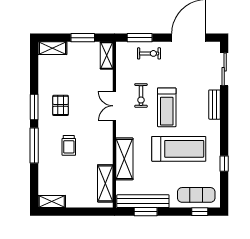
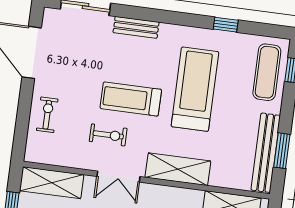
window: (140, 38) -> (22, 126), removed
shelving: (107, 55) -> (52, 183), width x1.50, depth x1.33
treadmill: (167, 107) -> (131, 99), turned 180
shelving: (124, 159) -> (178, 169), moved

